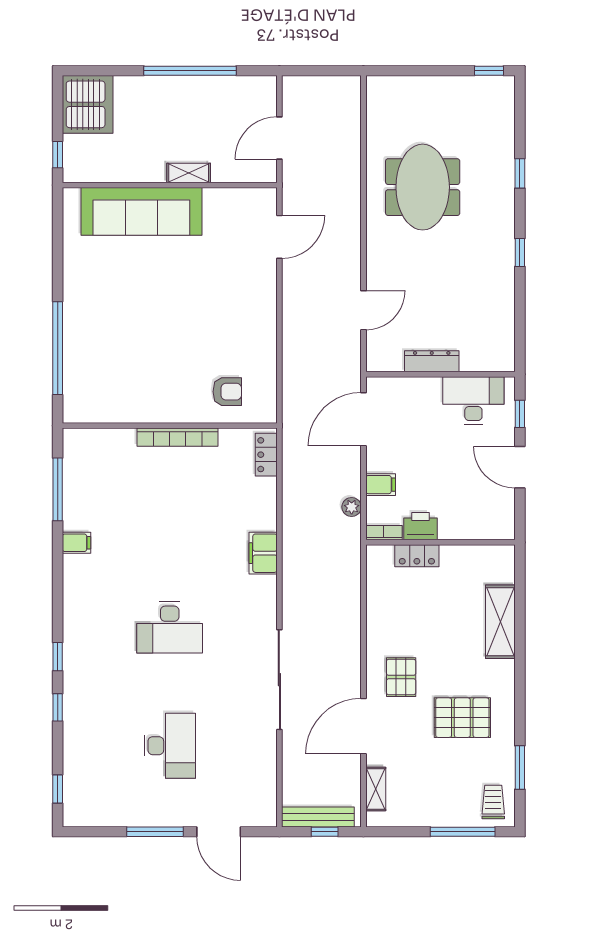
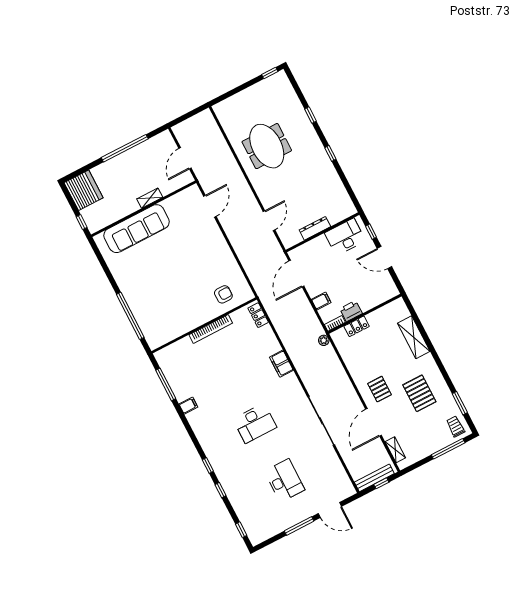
plant: (352, 507) -> (324, 340), moved
pallet: (462, 718) -> (419, 393), turned 90

